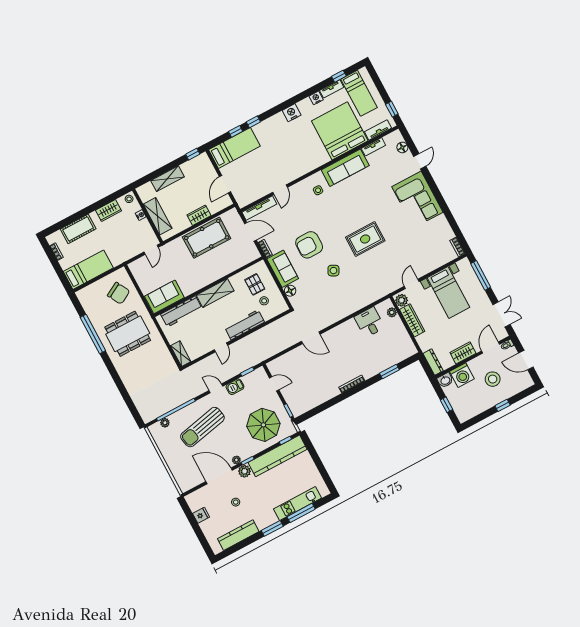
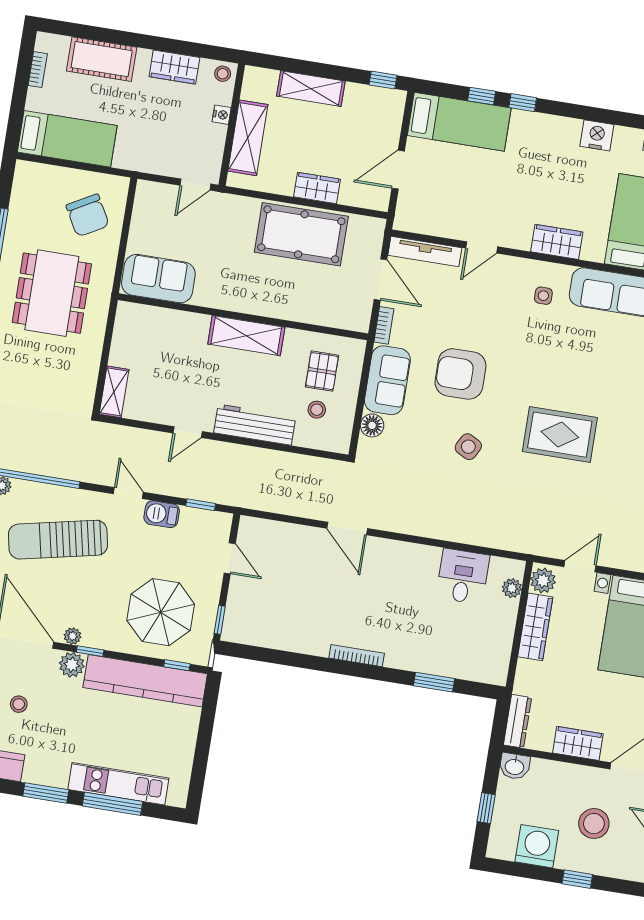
wardrobe: (307, 166) -> (557, 242), added
workbench: (181, 311) -> (168, 324), removed
dining table: (128, 334) -> (52, 293), turned 90
washing machine: (462, 375) -> (537, 846), moved, turned 180

